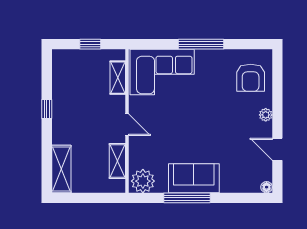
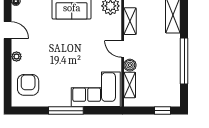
window: (90, 44) -> (163, 111), moved
boiler: (117, 104) -> (130, 65), added
window: (47, 109) -> (184, 61), width x3.17

